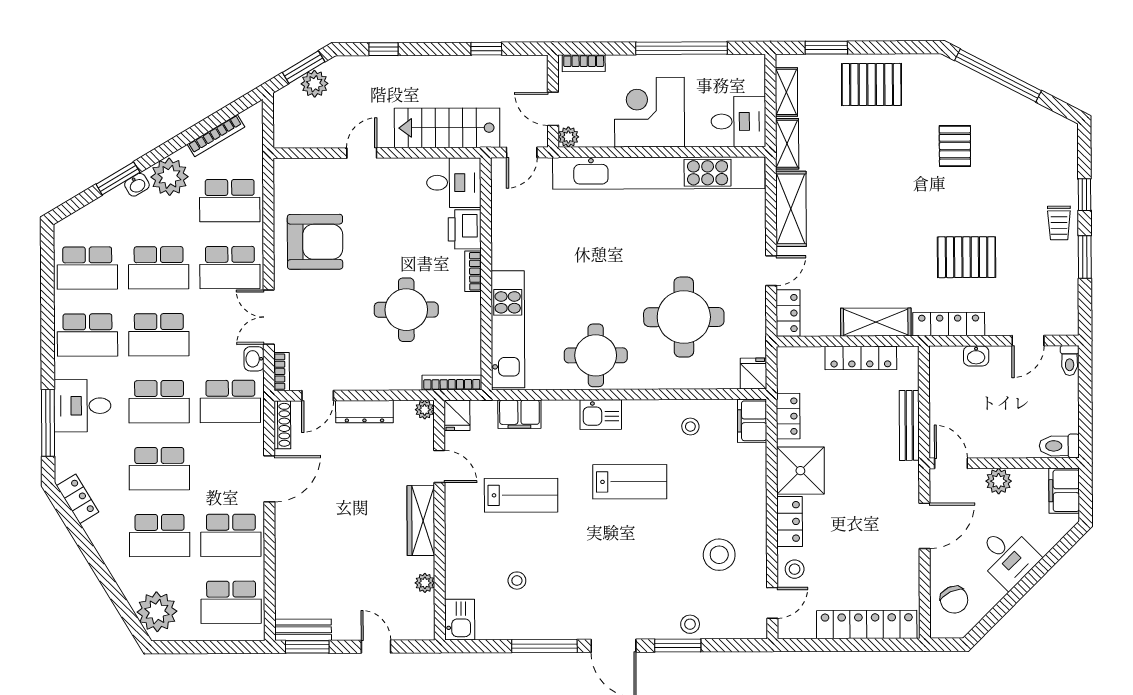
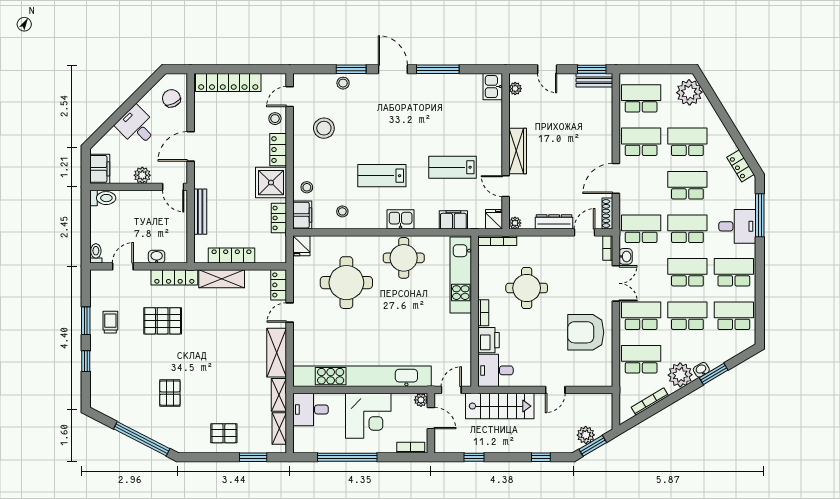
pallet: (872, 85) -> (224, 433), width x0.67, depth x0.71
trolley: (1059, 223) -> (110, 322), moved
stool: (517, 581) -> (307, 187), moved
plant: (425, 583) -> (515, 89), moved

